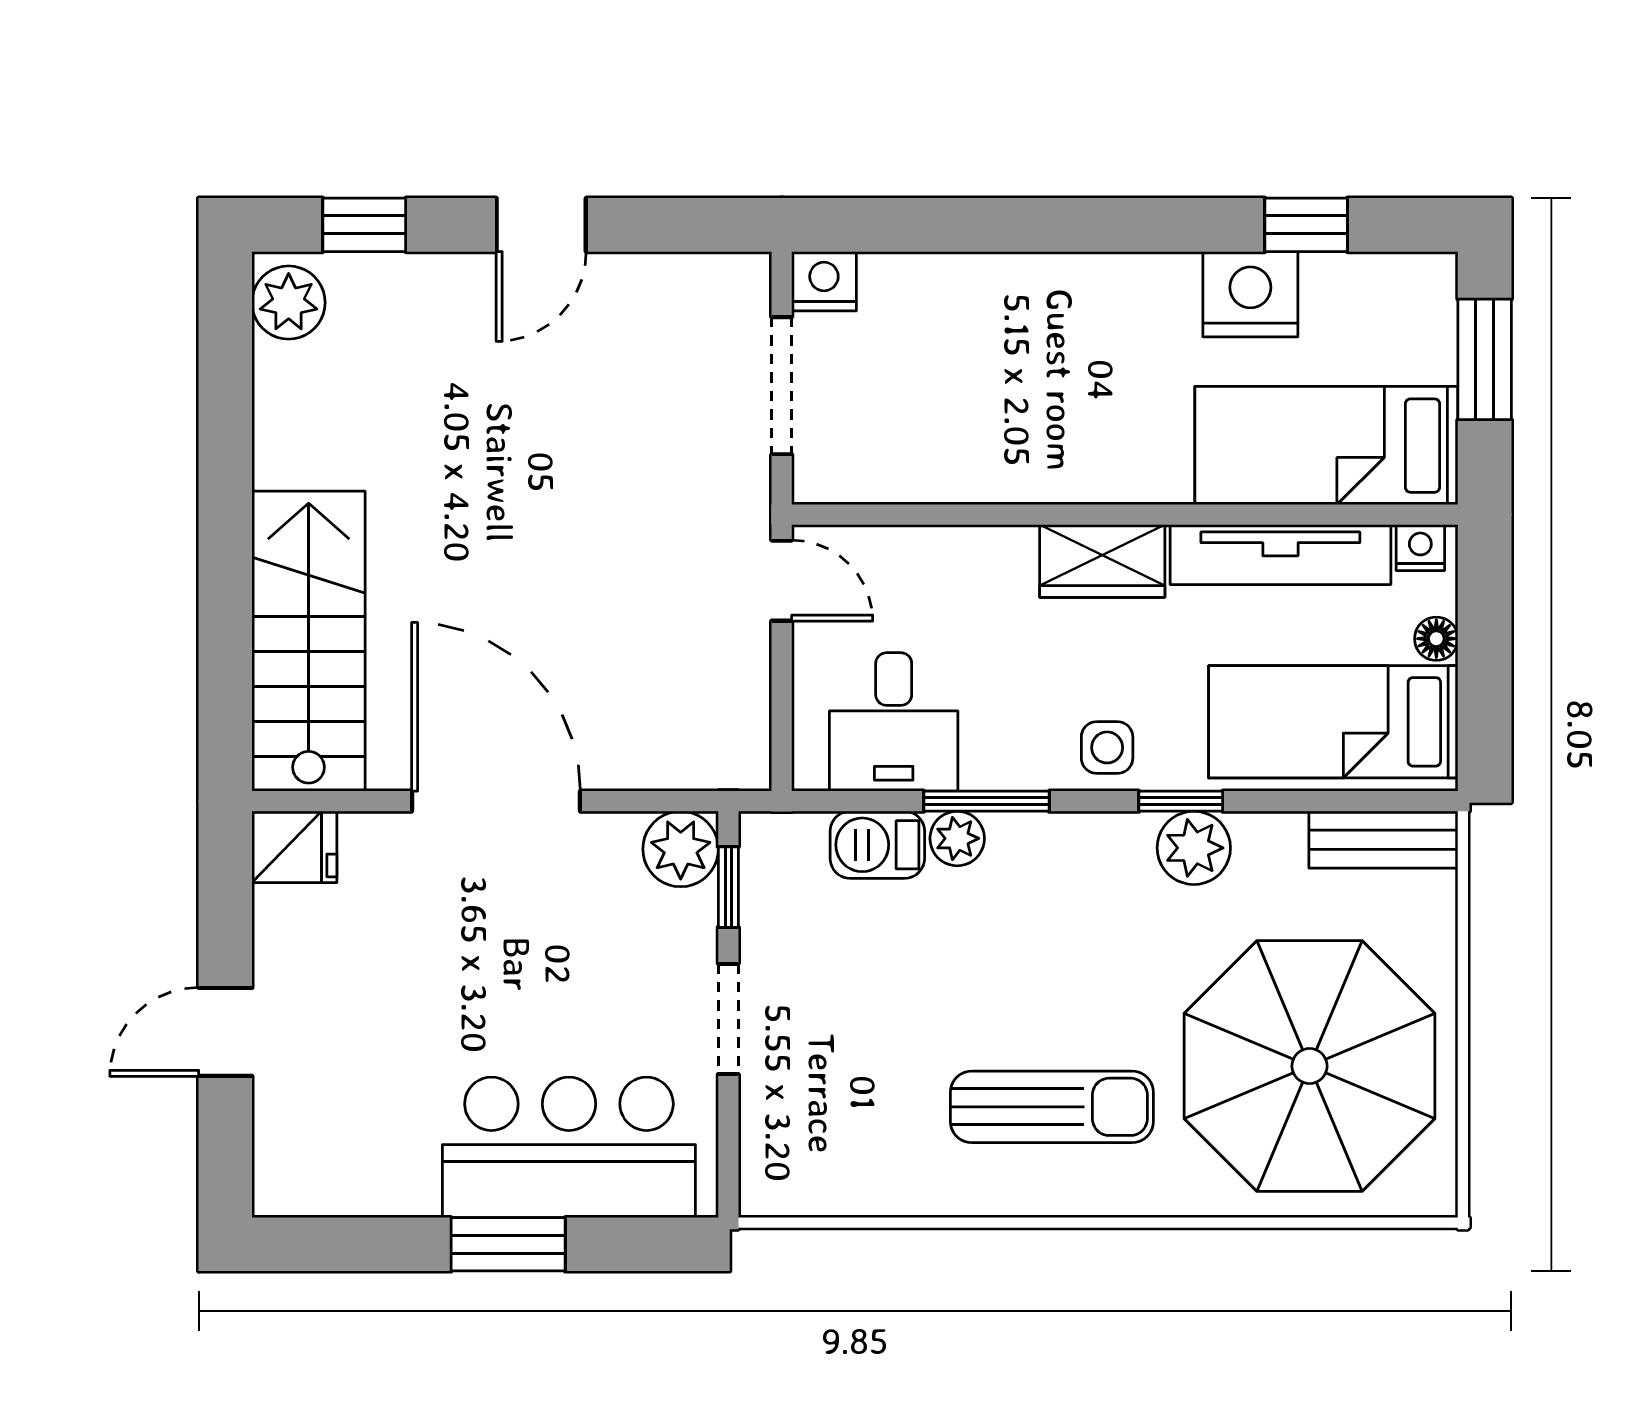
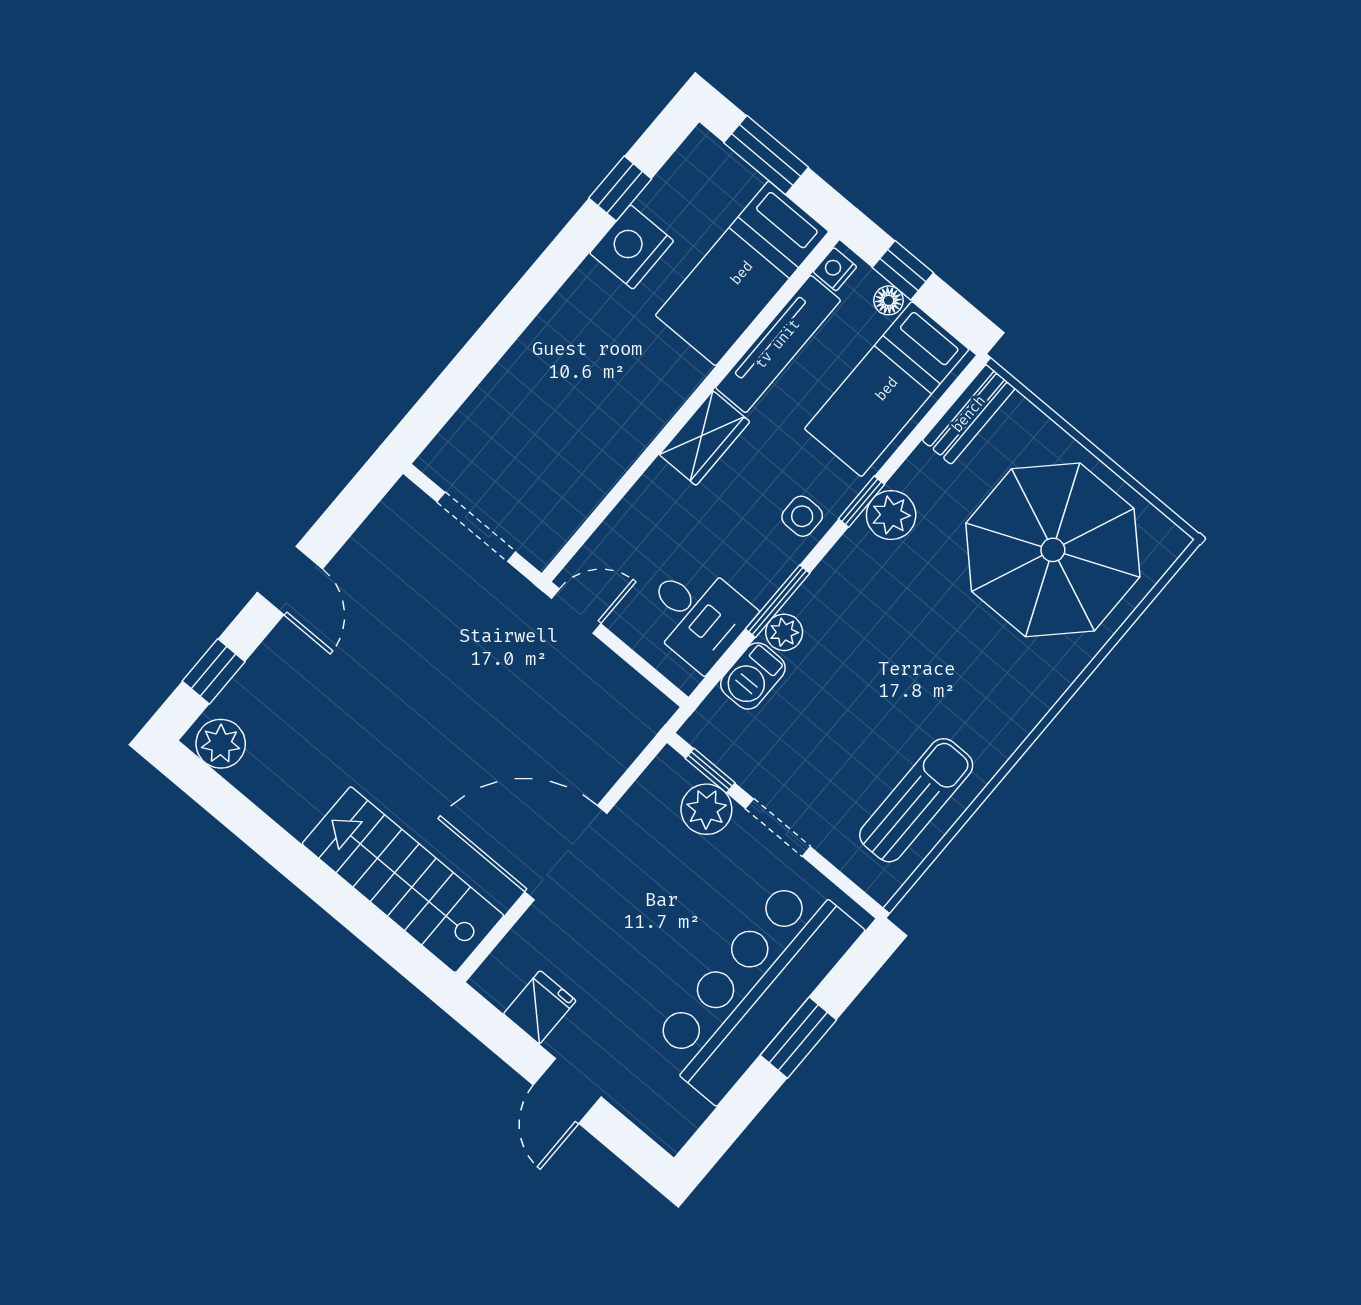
nightstand: (824, 281) -> (441, 460), removed
window: (1485, 626) -> (903, 270), added
fridge: (294, 847) -> (540, 1007), moved
plant: (681, 849) -> (706, 809), moved
sun lounger: (1052, 1107) -> (916, 800), moved
bar counter: (569, 1147) -> (755, 988), width x1.36

